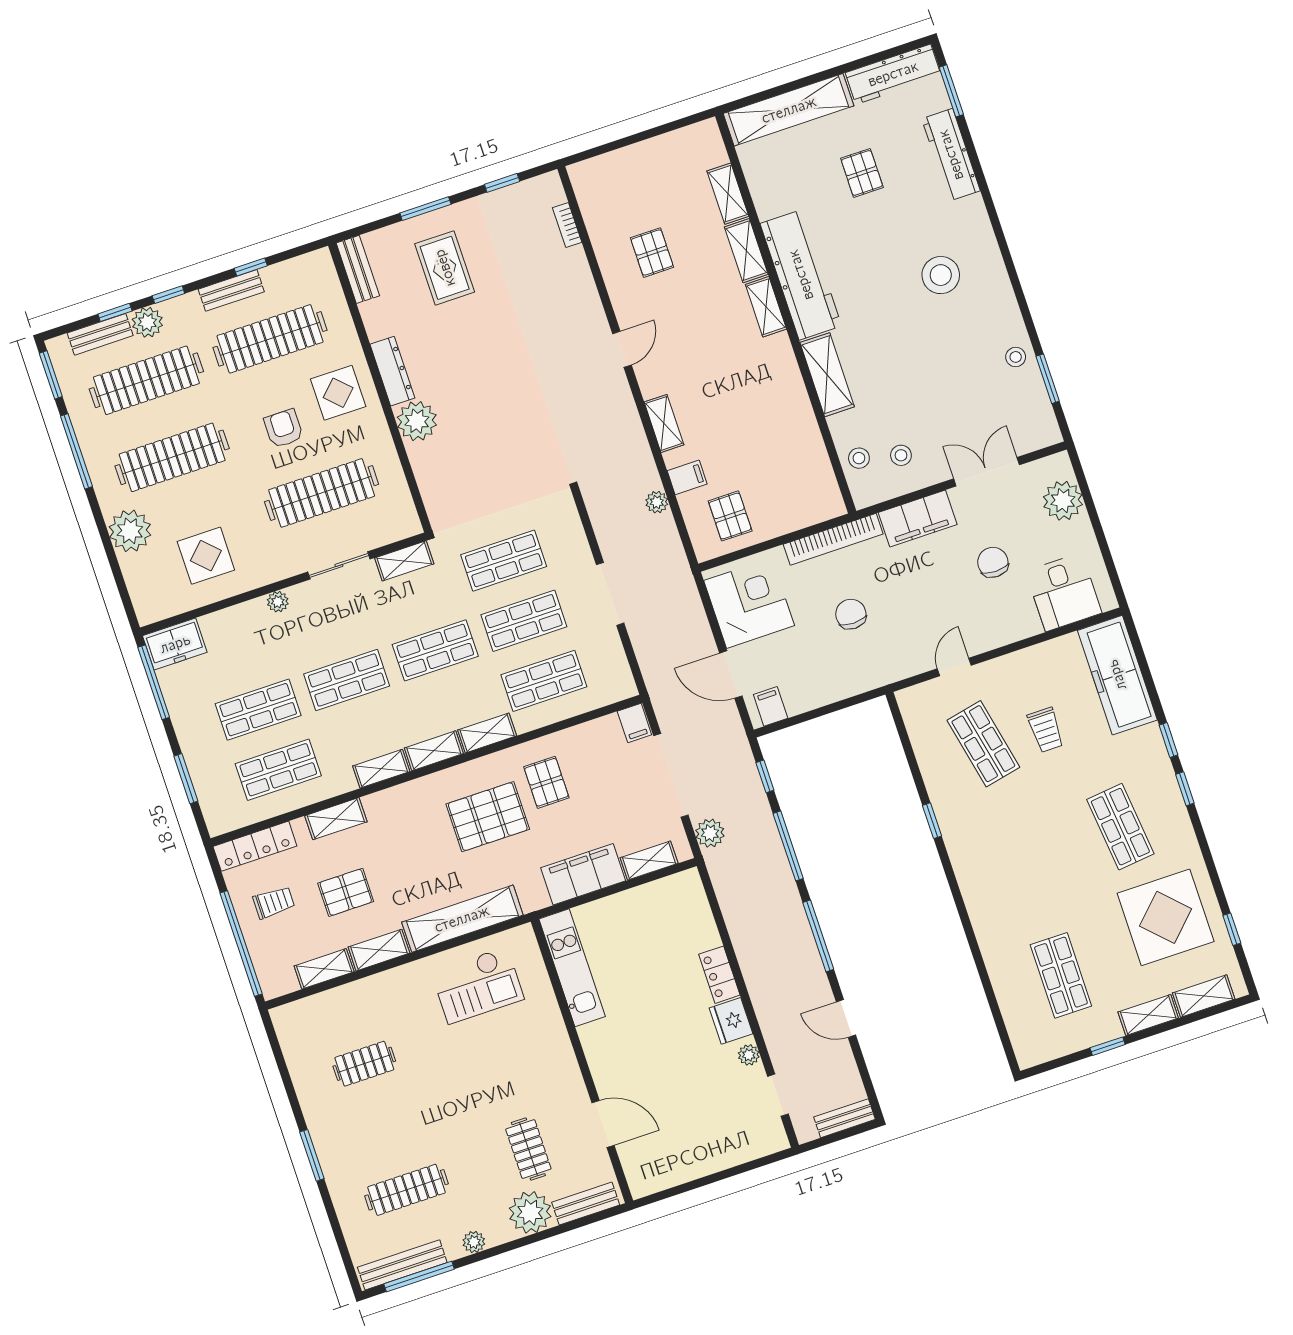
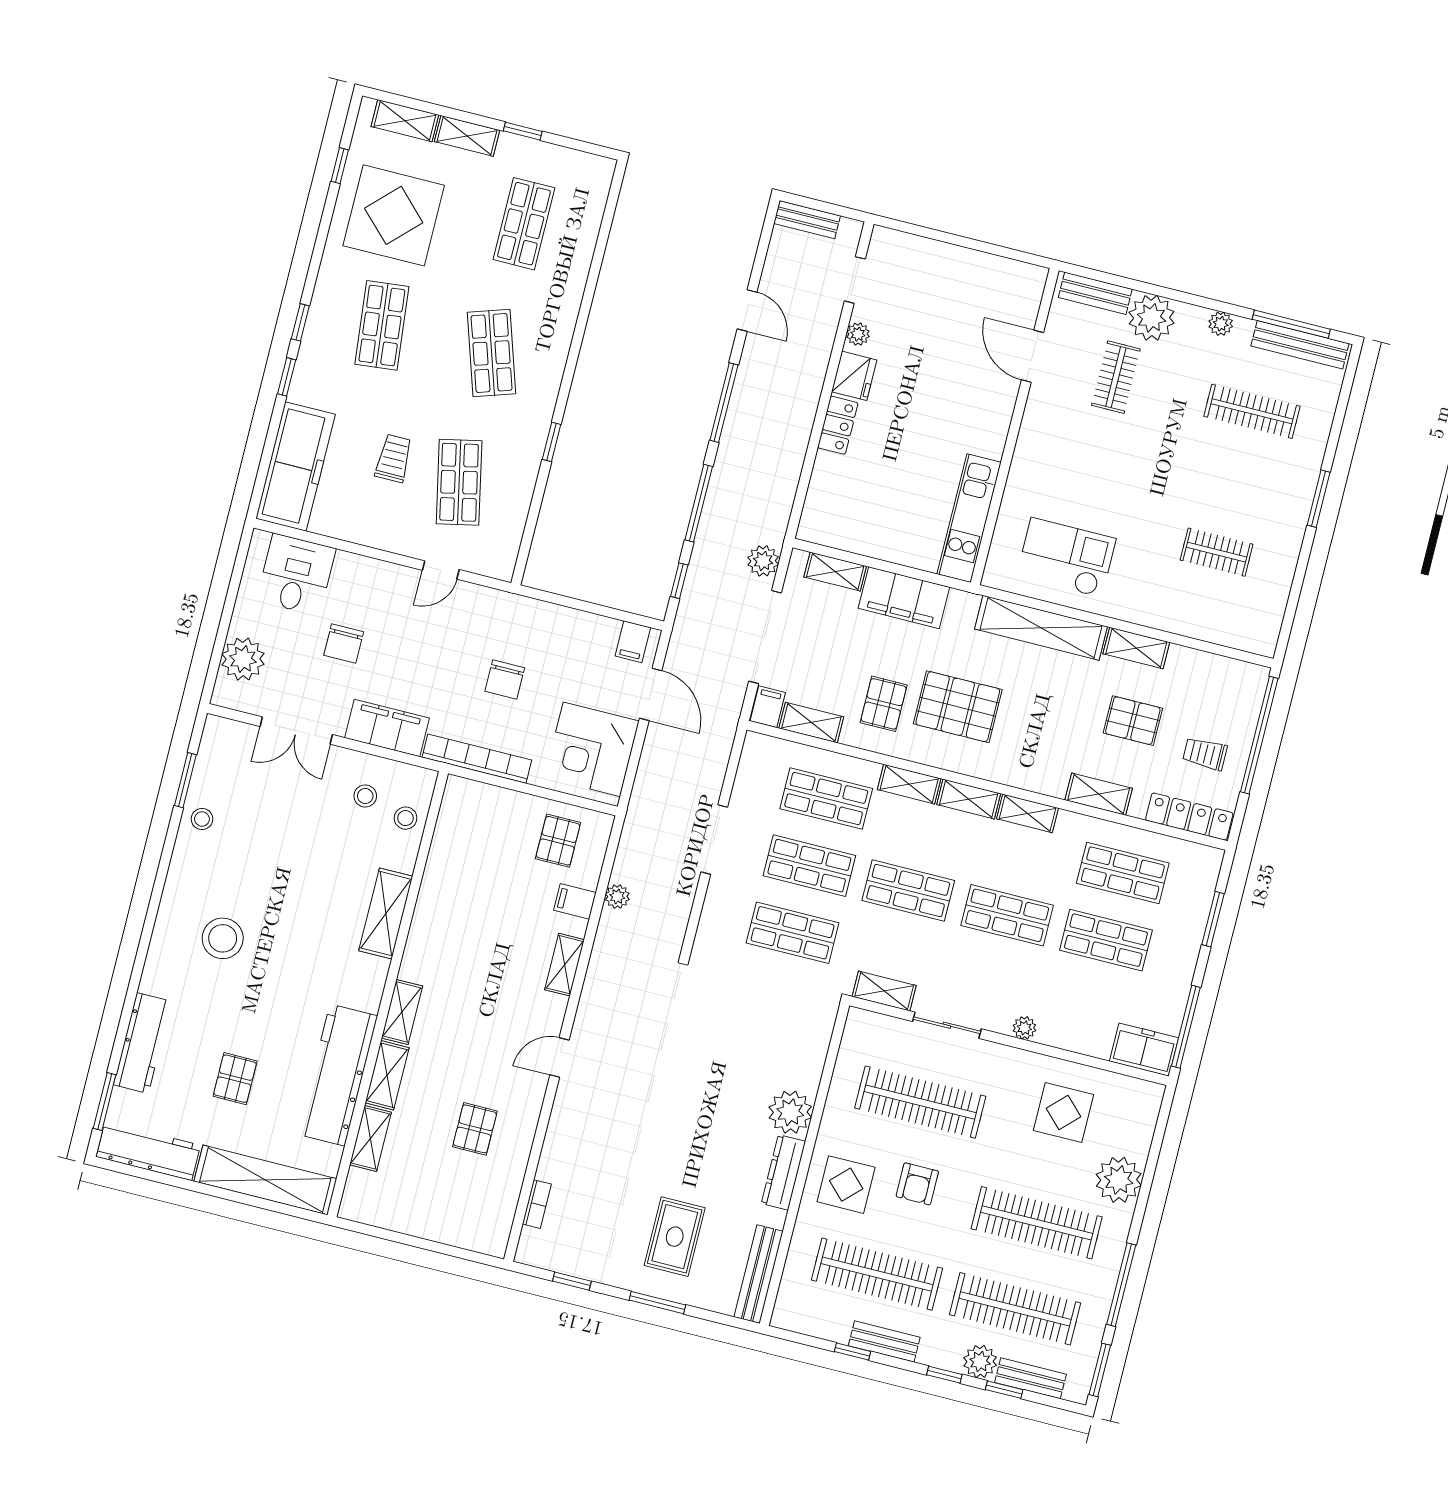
bench: (358, 269) -> (758, 1274), width x1.36
workbench: (801, 275) -> (337, 1075), moved
shop shelf: (1022, 860) -> (492, 353), added
shelving: (324, 969) -> (811, 723), moved

